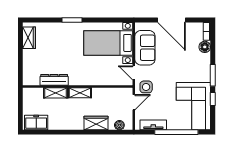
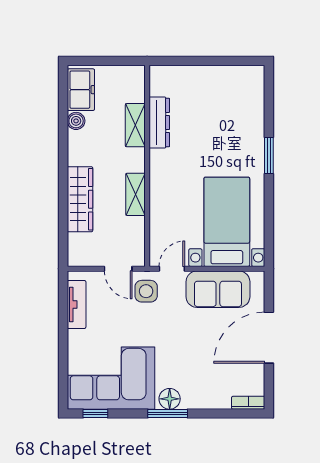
wardrobe: (29, 38) -> (236, 77), removed
floor lamp: (205, 47) -> (170, 399), moved
shelving: (80, 93) -> (135, 194), moved
window: (213, 99) -> (95, 414), moved
wardrobe: (96, 123) -> (80, 199), width x1.50
boiler: (119, 125) -> (76, 121), moved
window: (176, 132) -> (63, 347), removed

